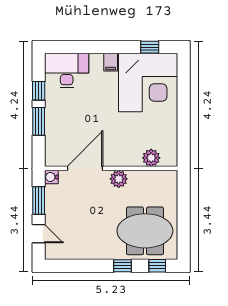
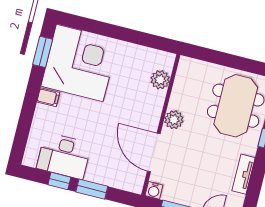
window: (150, 47) -> (43, 52), width x1.50
desk: (67, 70) -> (64, 156), moved, turned -90
tv unit: (86, 253) -> (244, 174), added

